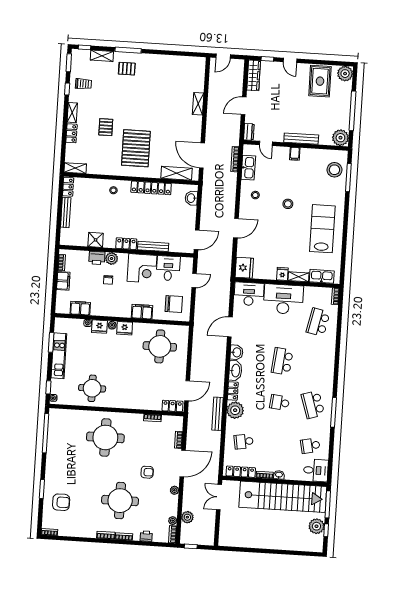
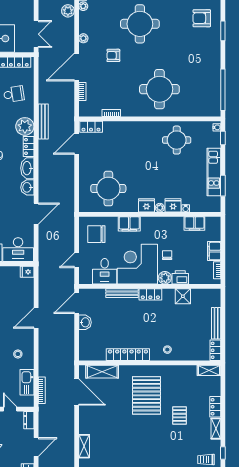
washbasin: (191, 198) -> (85, 322), moved
corner desk: (142, 268) -> (137, 264), width x1.36, depth x1.36
fridge: (244, 268) -> (27, 272), width x0.53, depth x0.75

